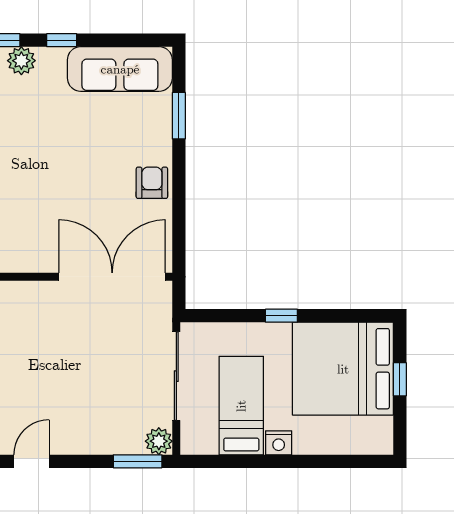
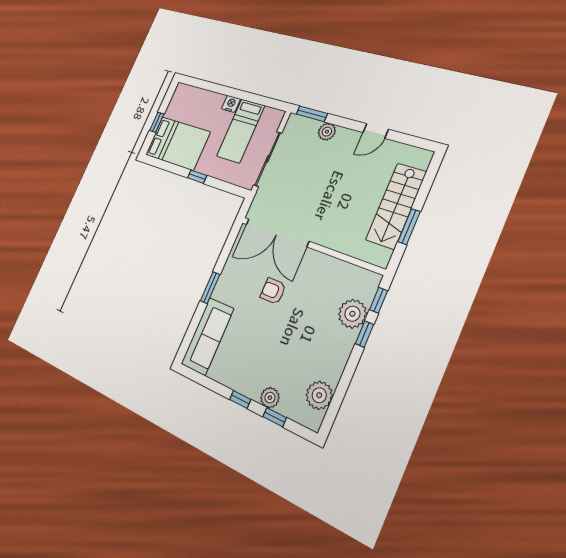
sofa: (120, 69) -> (207, 336), moved, turned 90
window: (179, 116) -> (210, 288), moved
armchair: (152, 183) -> (273, 291), moved, turned 90
bed: (343, 369) -> (178, 143), width x0.73
plant: (159, 441) -> (327, 132), moved

